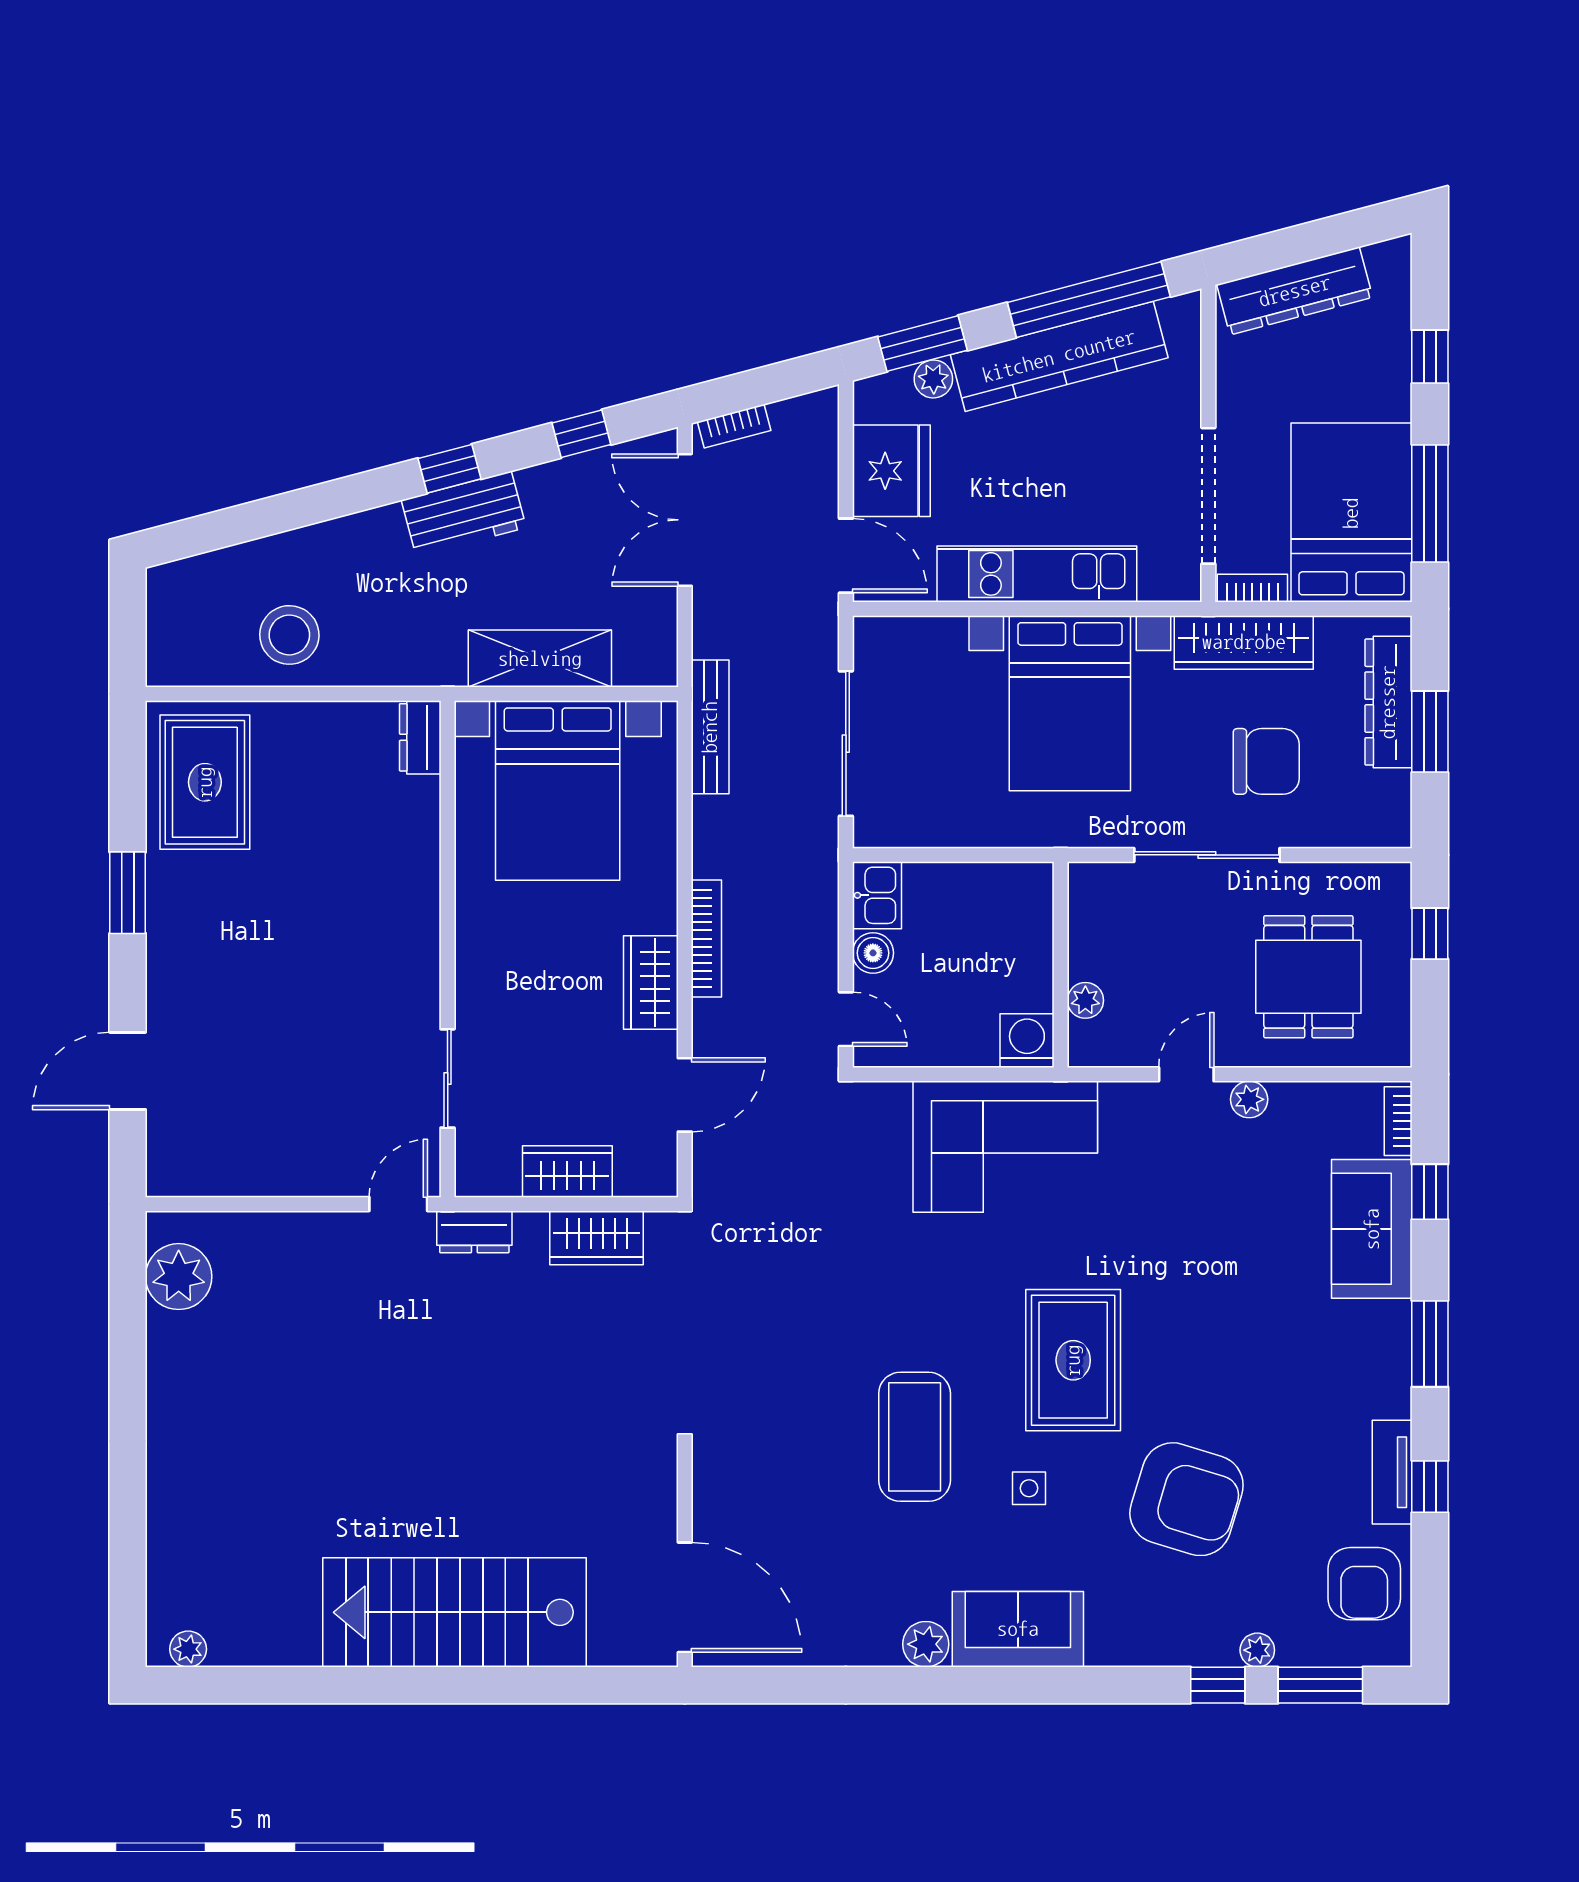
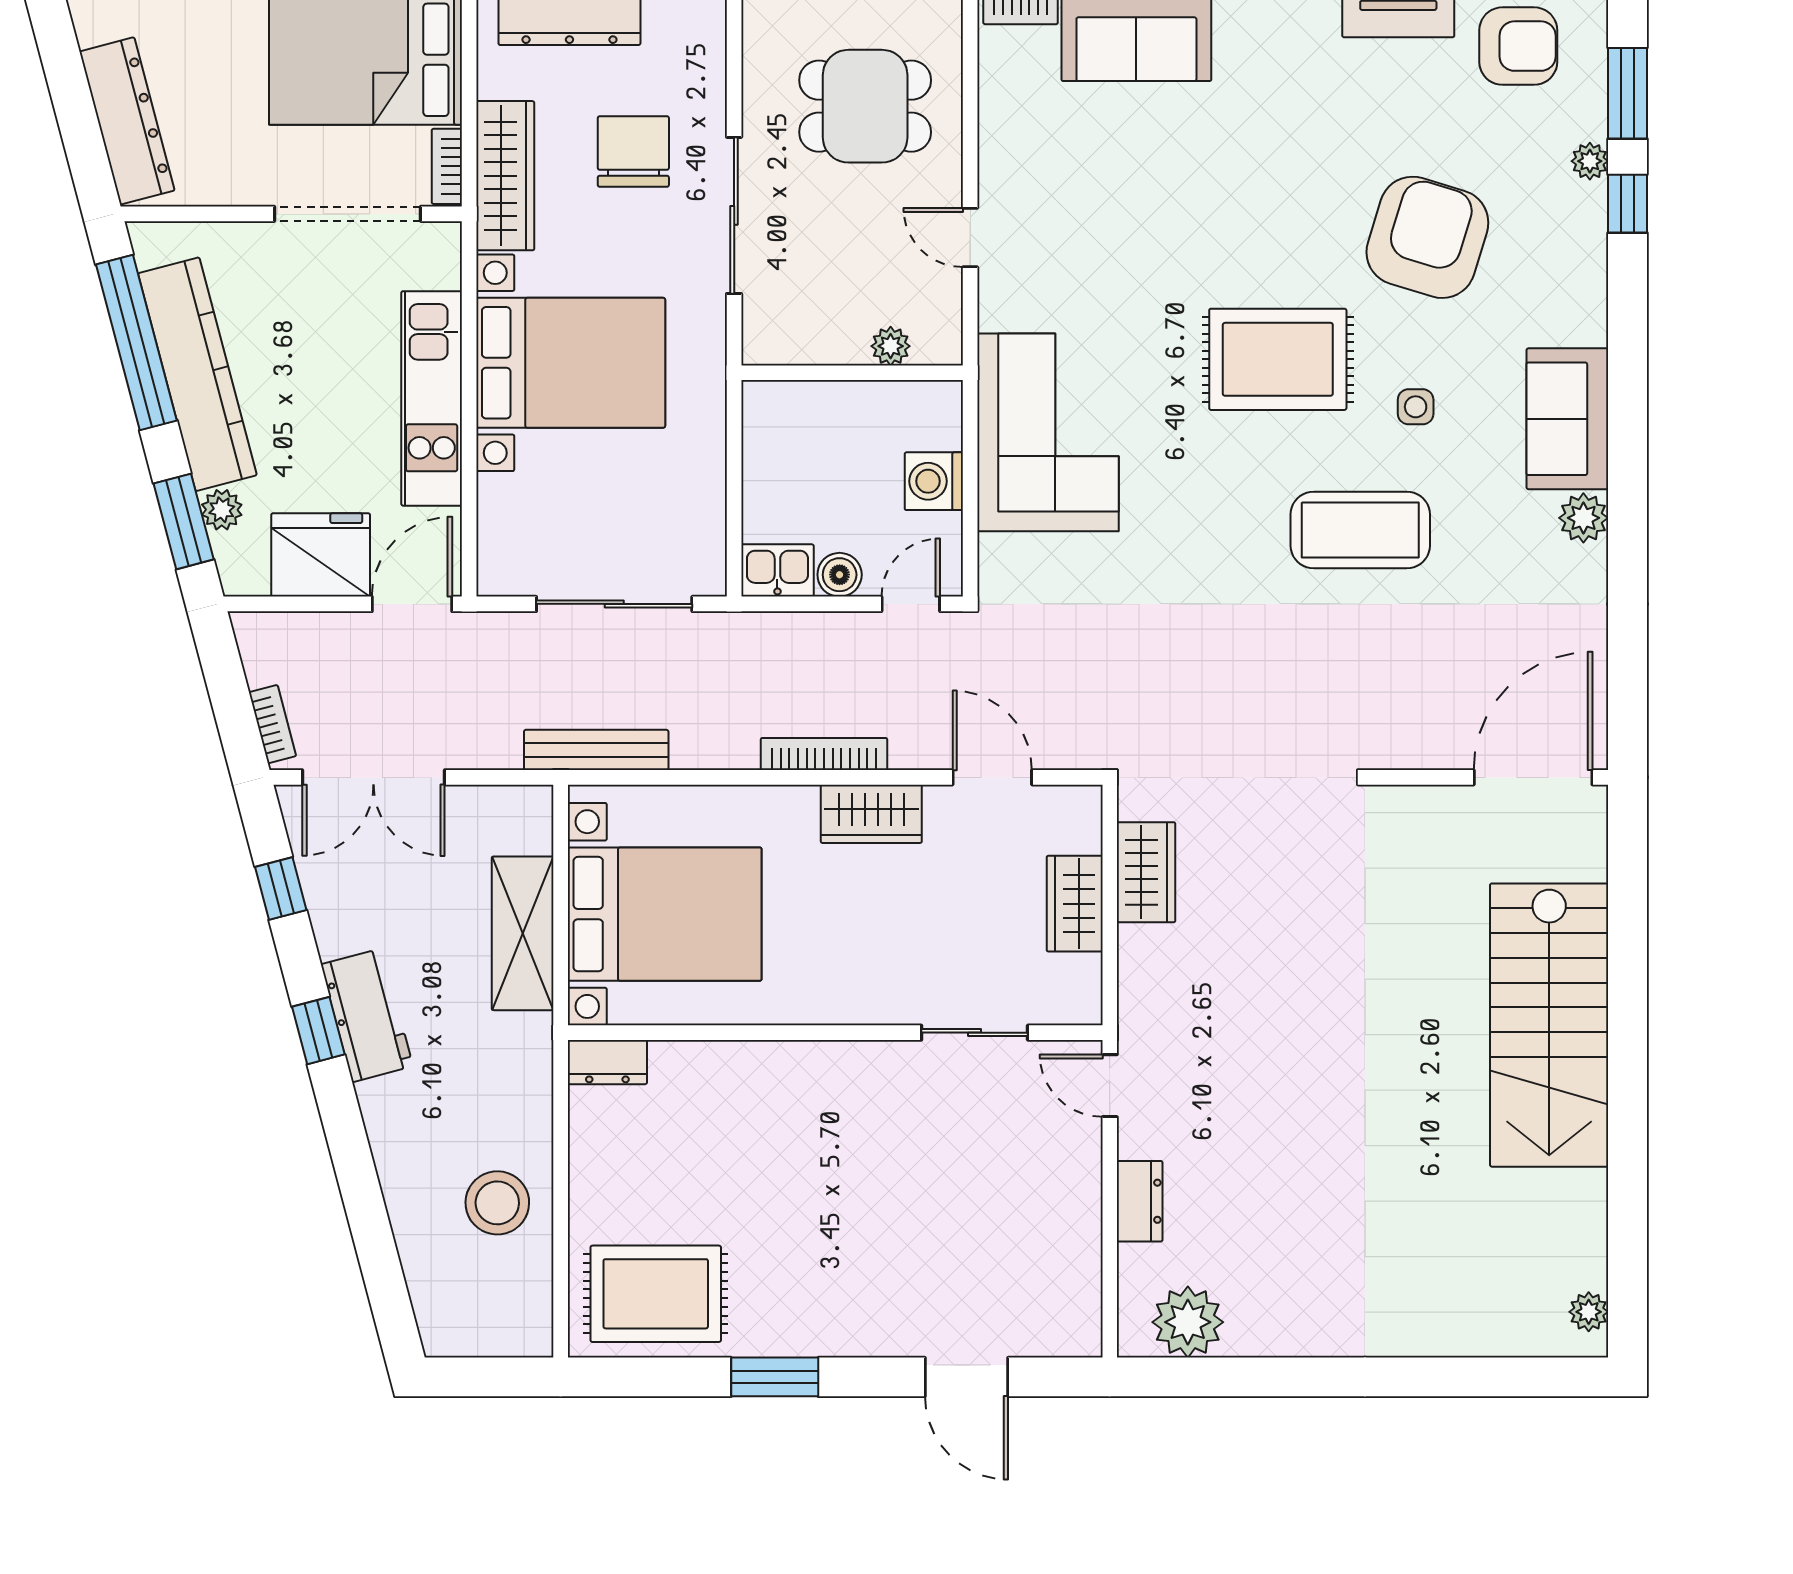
washing machine: (1027, 1041) -> (934, 481), moved
plant: (1249, 1099) -> (997, 170), removed
dresser: (474, 1232) -> (1140, 1201), moved

